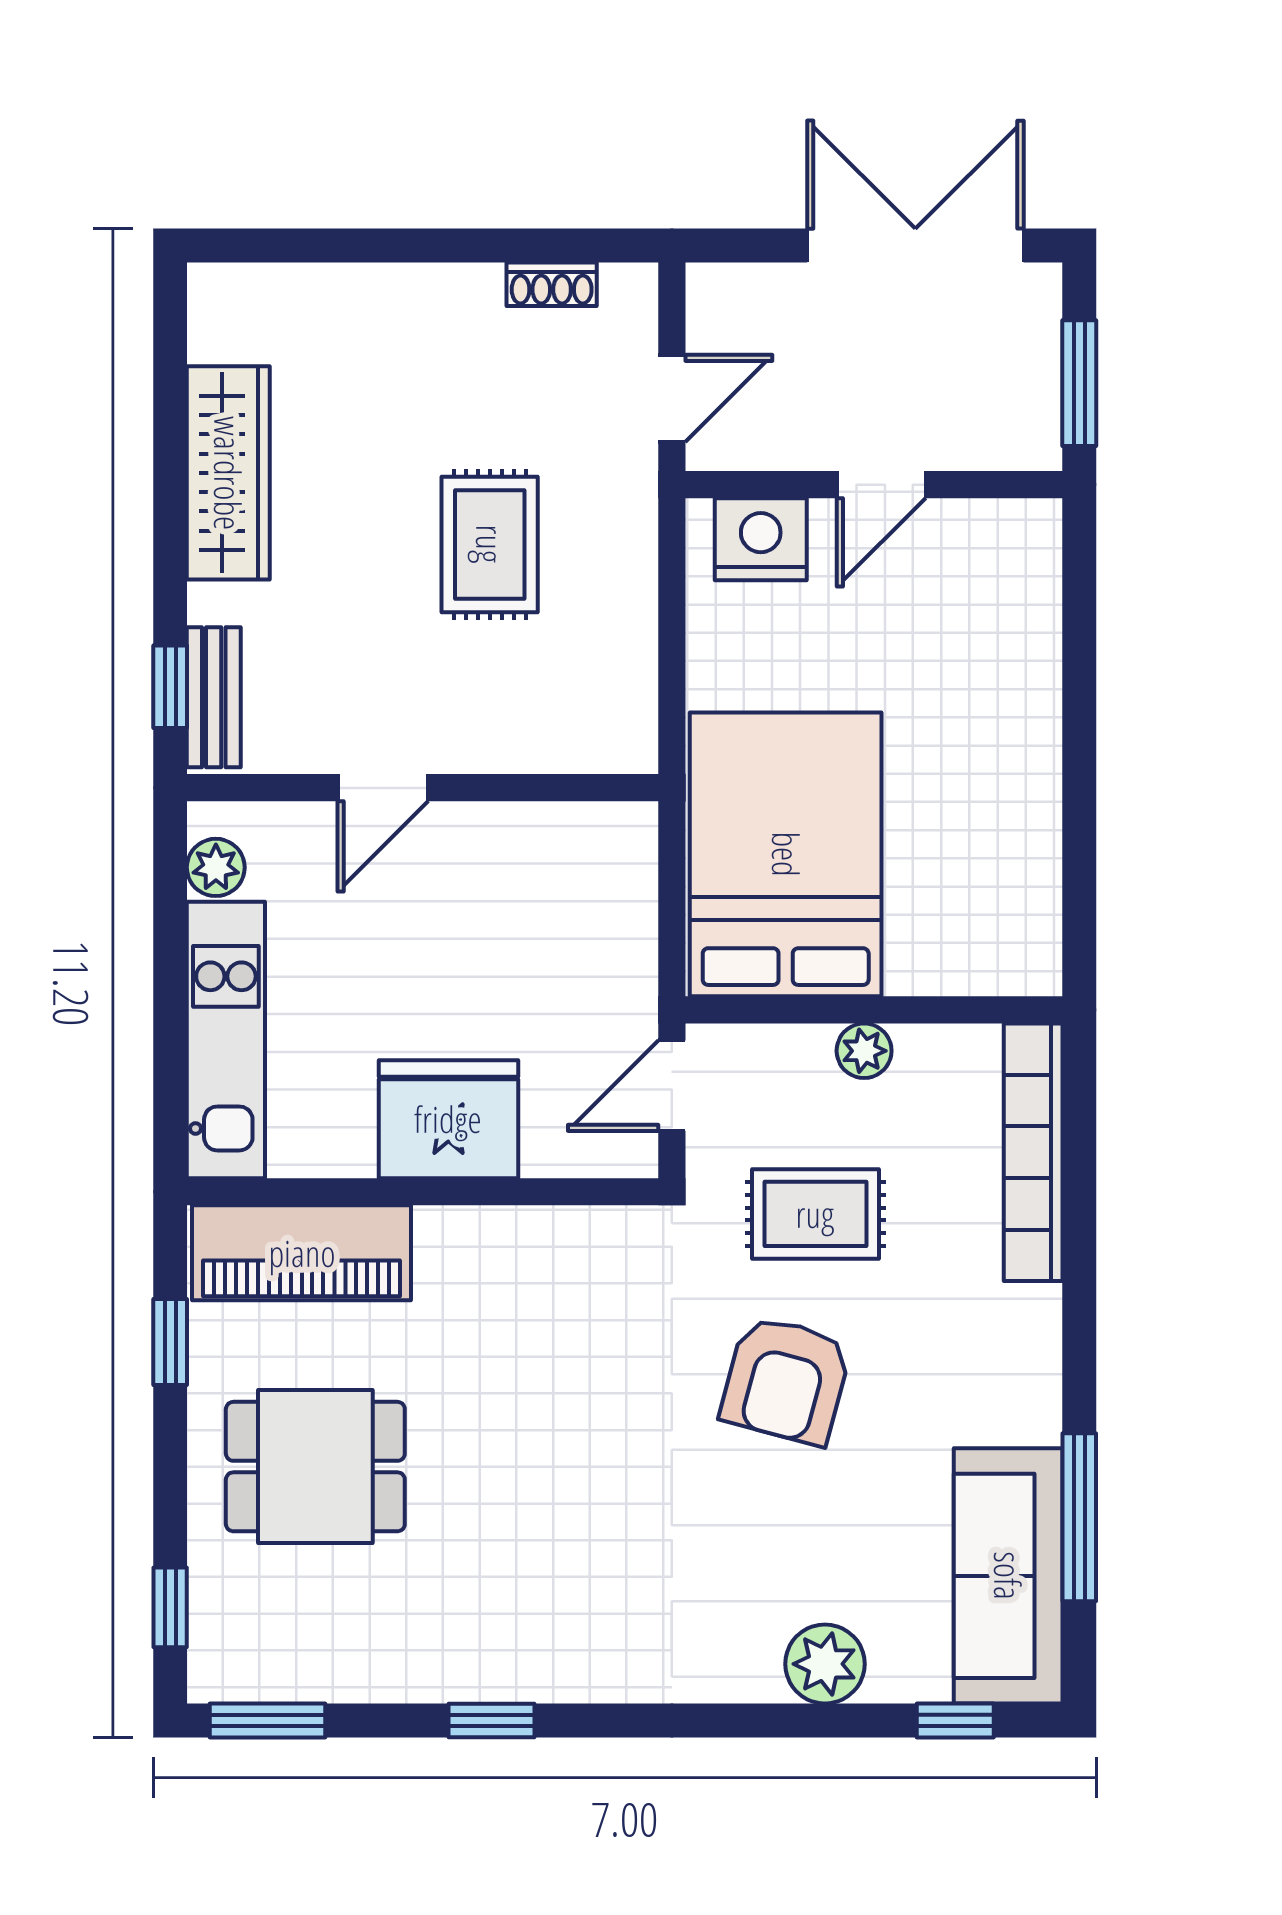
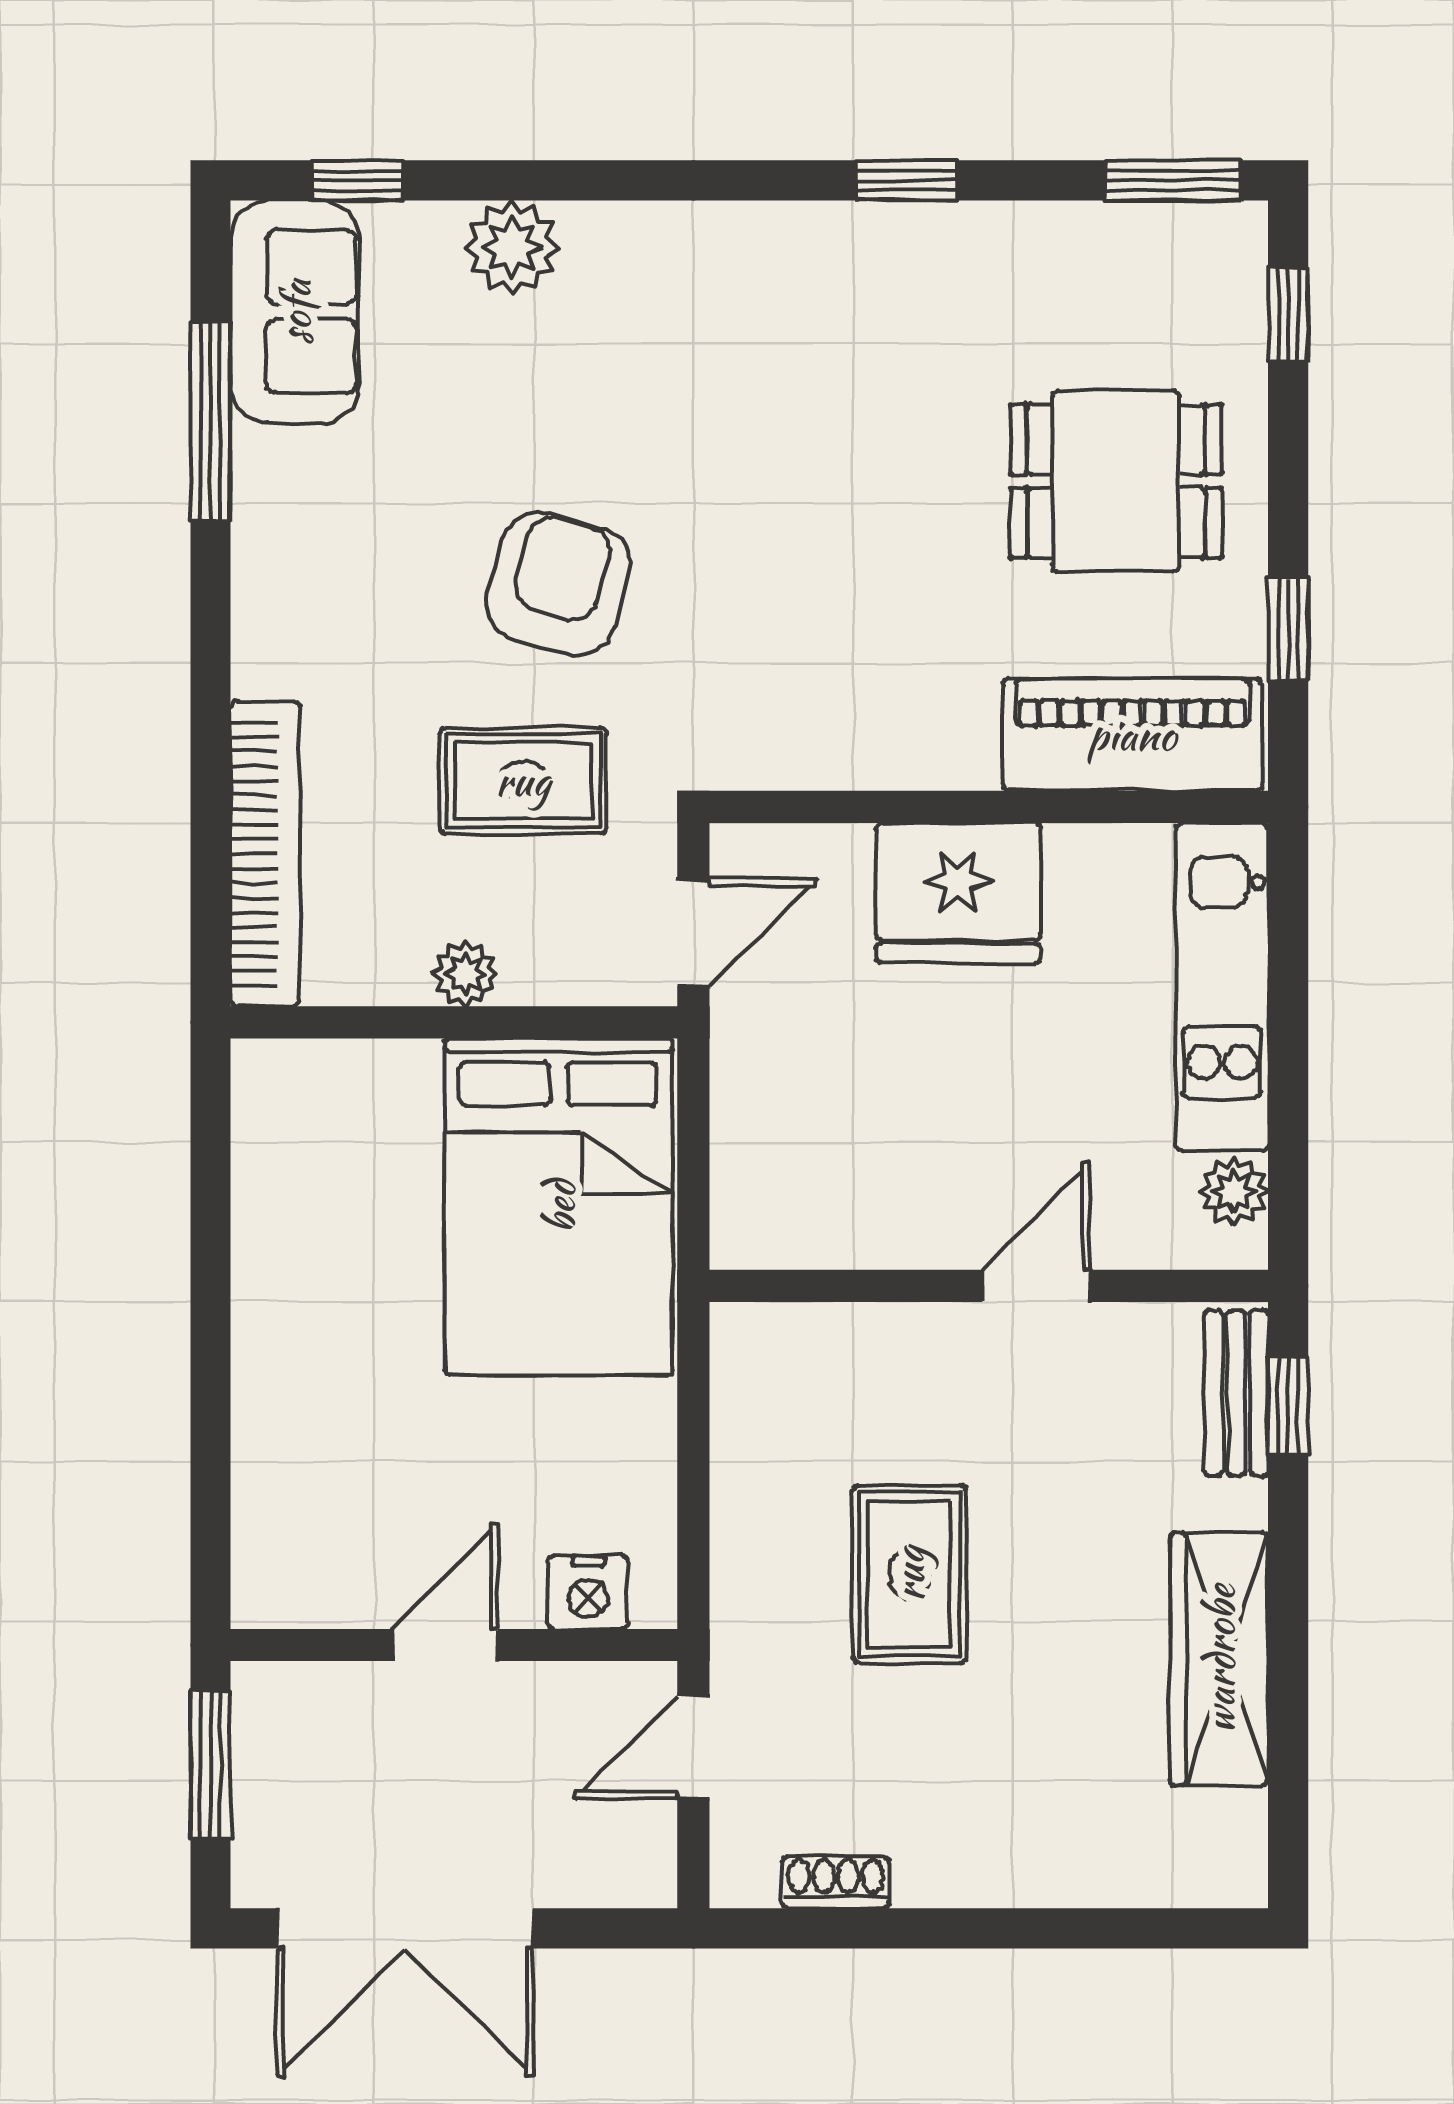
nightstand: (761, 539) -> (588, 1592), width x0.74, depth x0.75
sofa: (1008, 1576) -> (295, 312), width x0.73

